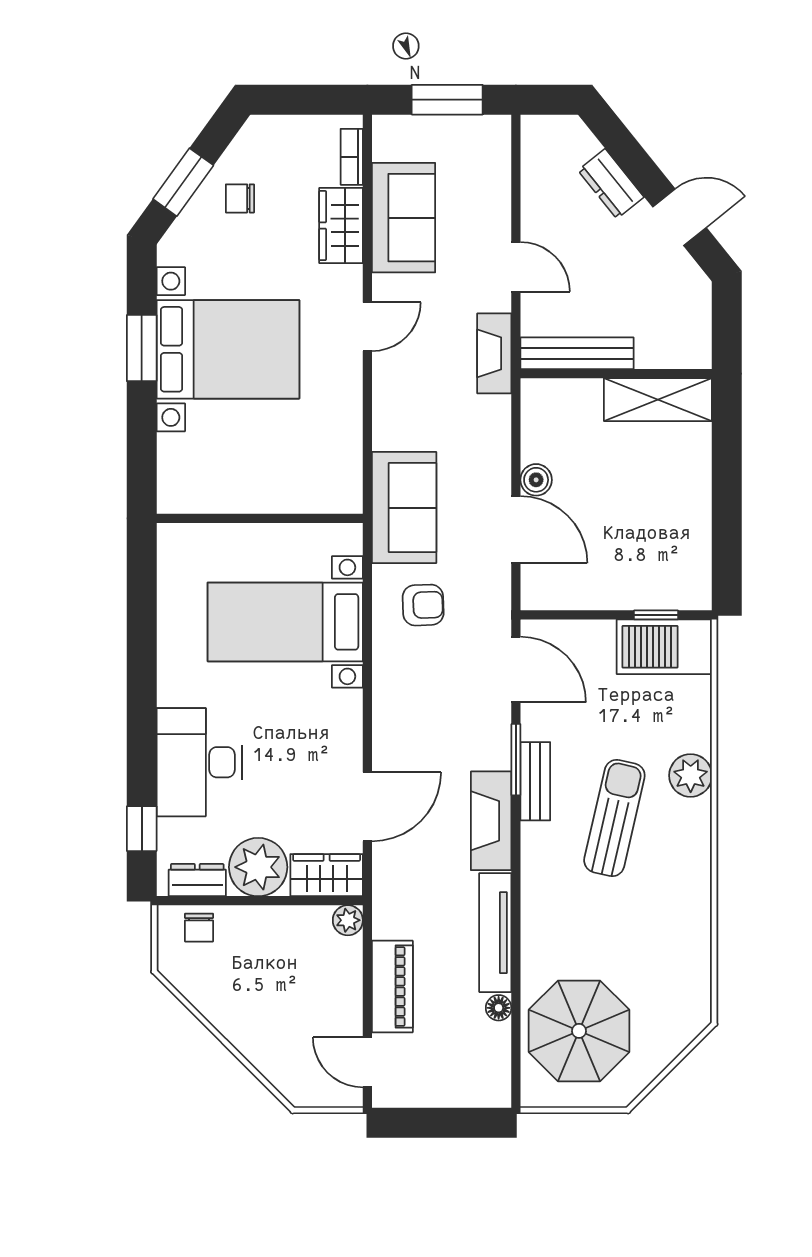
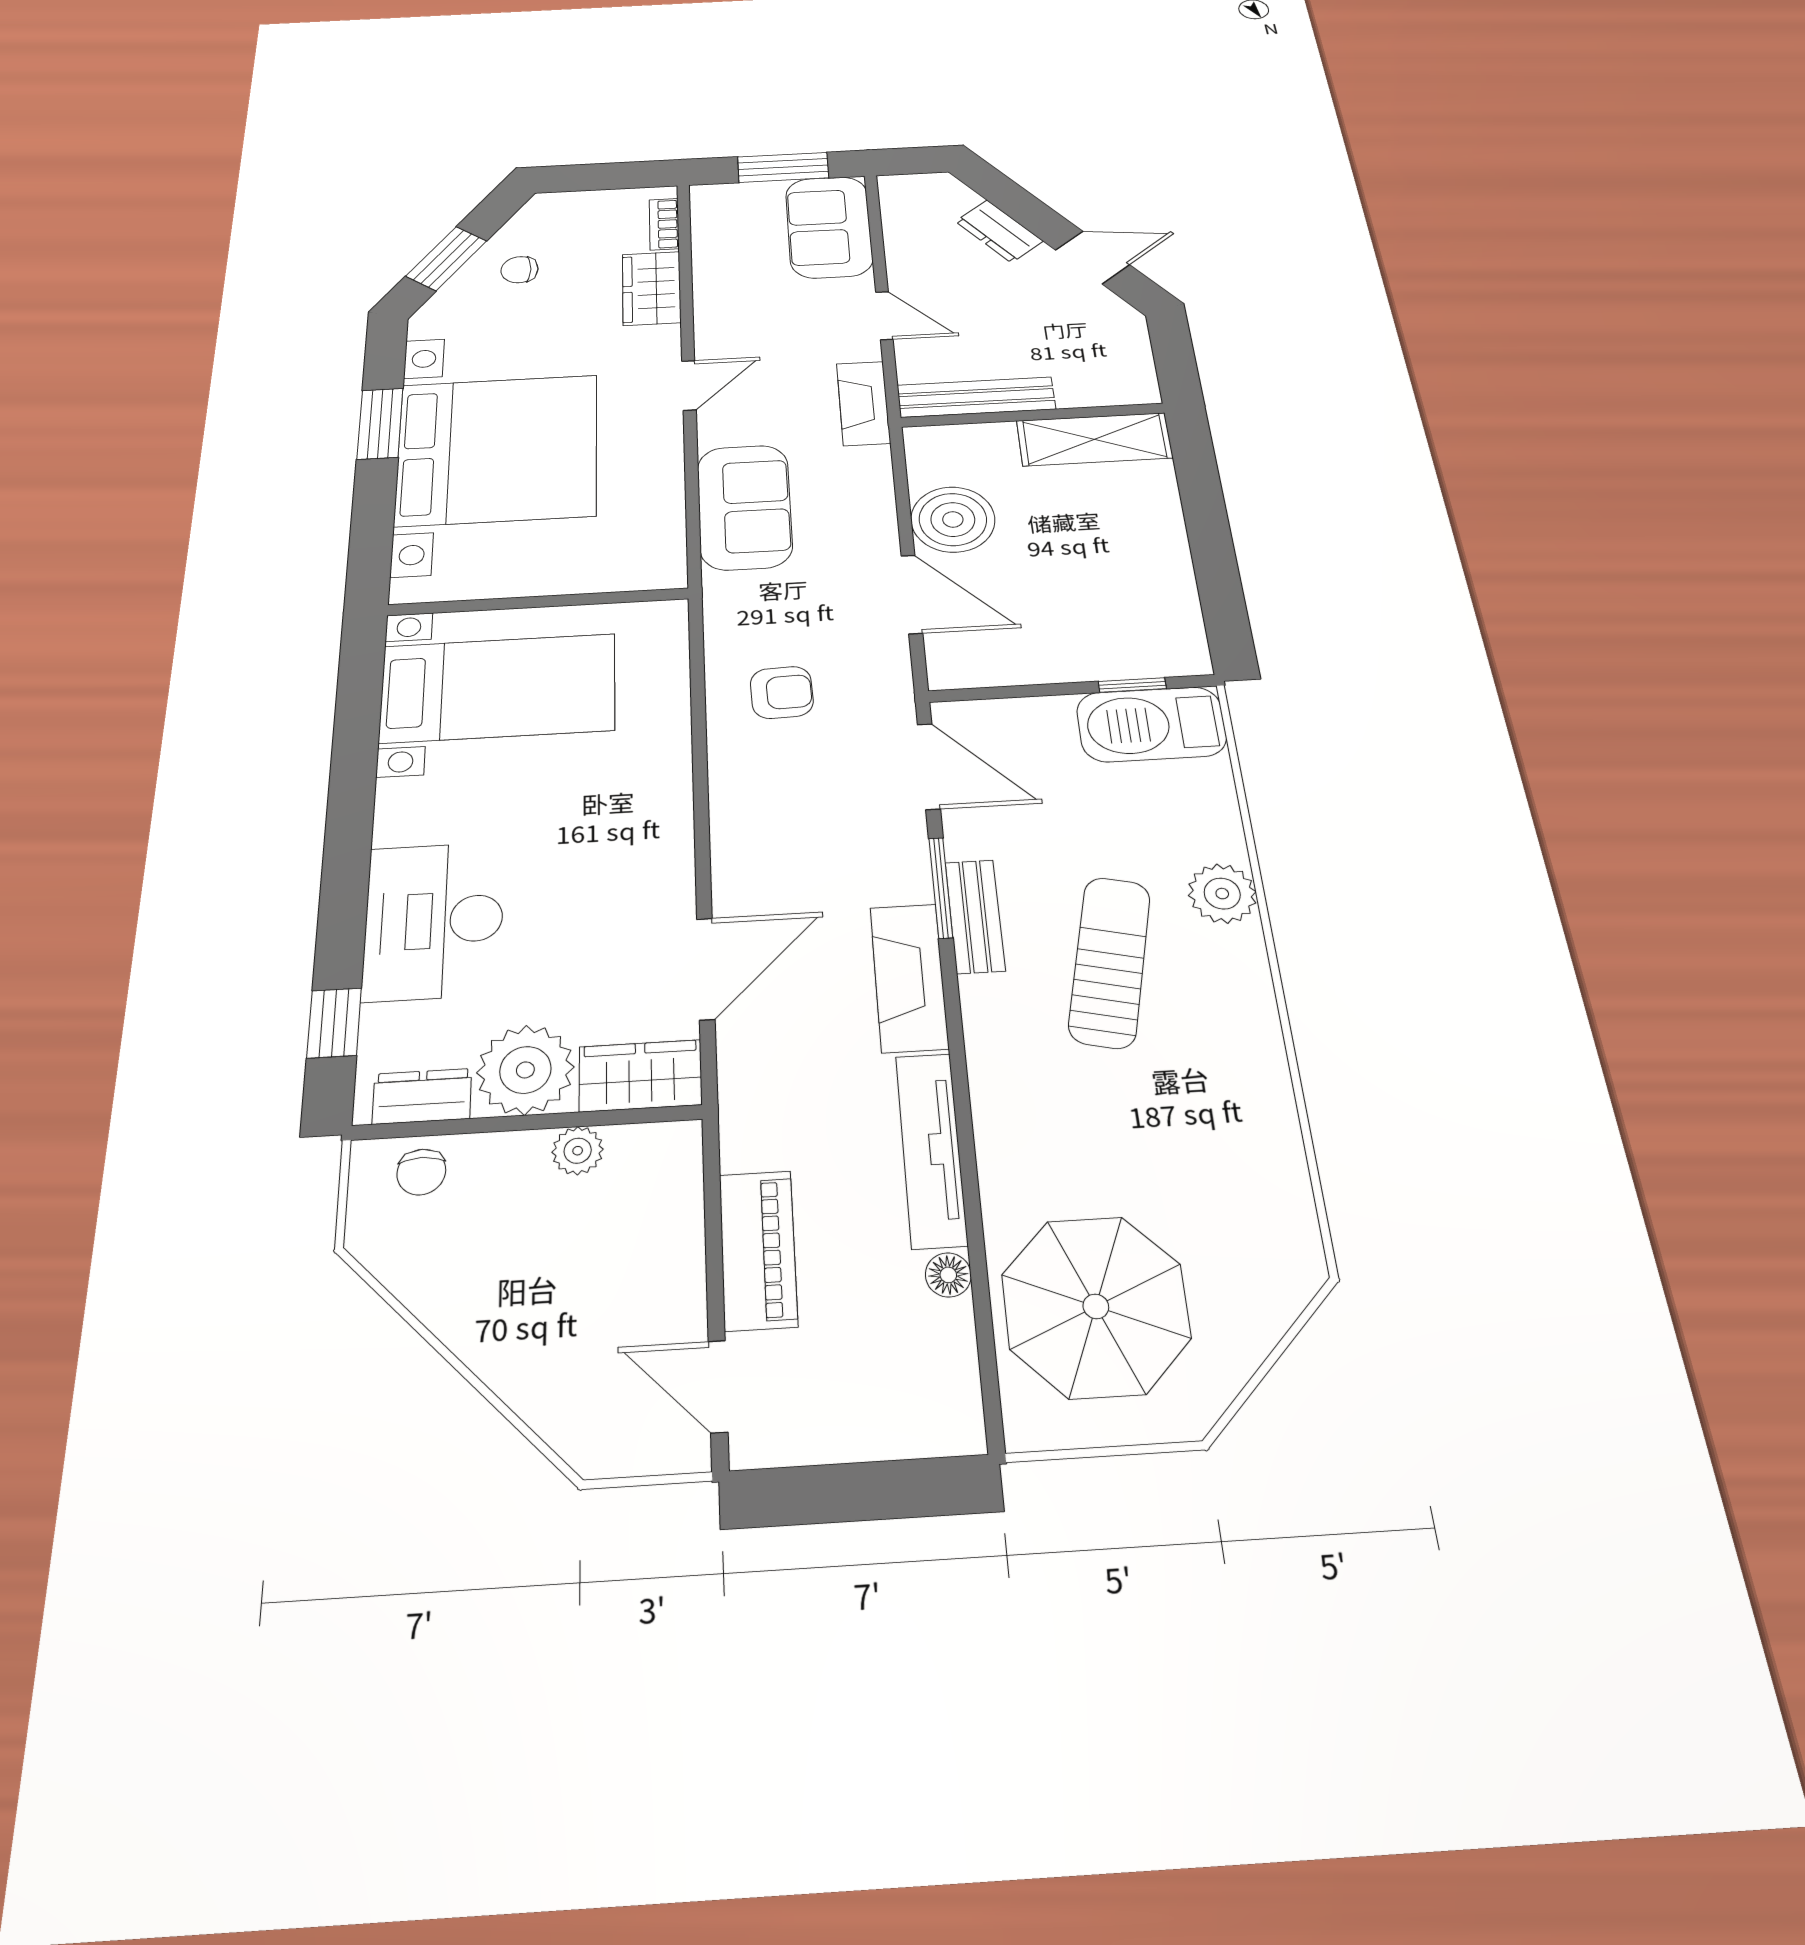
sofa: (404, 218) -> (829, 227), moved, turned 180
bed with nightstands: (228, 349) -> (497, 449), width x1.36
boiler: (536, 480) -> (953, 519), width x1.86, depth x1.86
sofa: (404, 508) -> (744, 507), moved
bed with nightstands: (285, 622) -> (498, 688), moved, turned 180
plant: (348, 920) -> (578, 1151), moved

